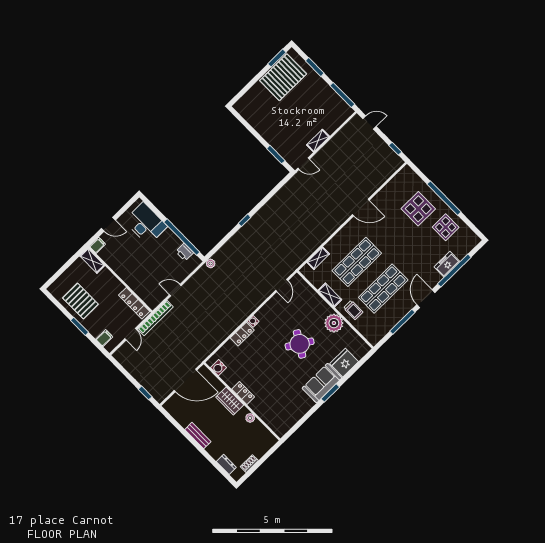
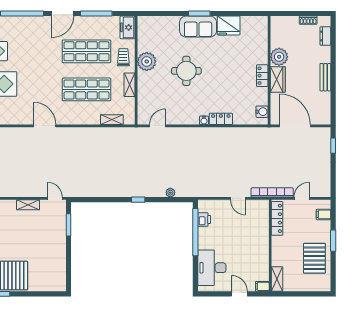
plant: (211, 263) -> (170, 193), moved
freezer: (447, 264) -> (128, 27), moved, turned 90
round table: (300, 344) -> (186, 71), turned -32
fridge: (344, 363) -> (229, 26), moved
plant: (250, 418) -> (279, 57), width x1.87, depth x1.87

